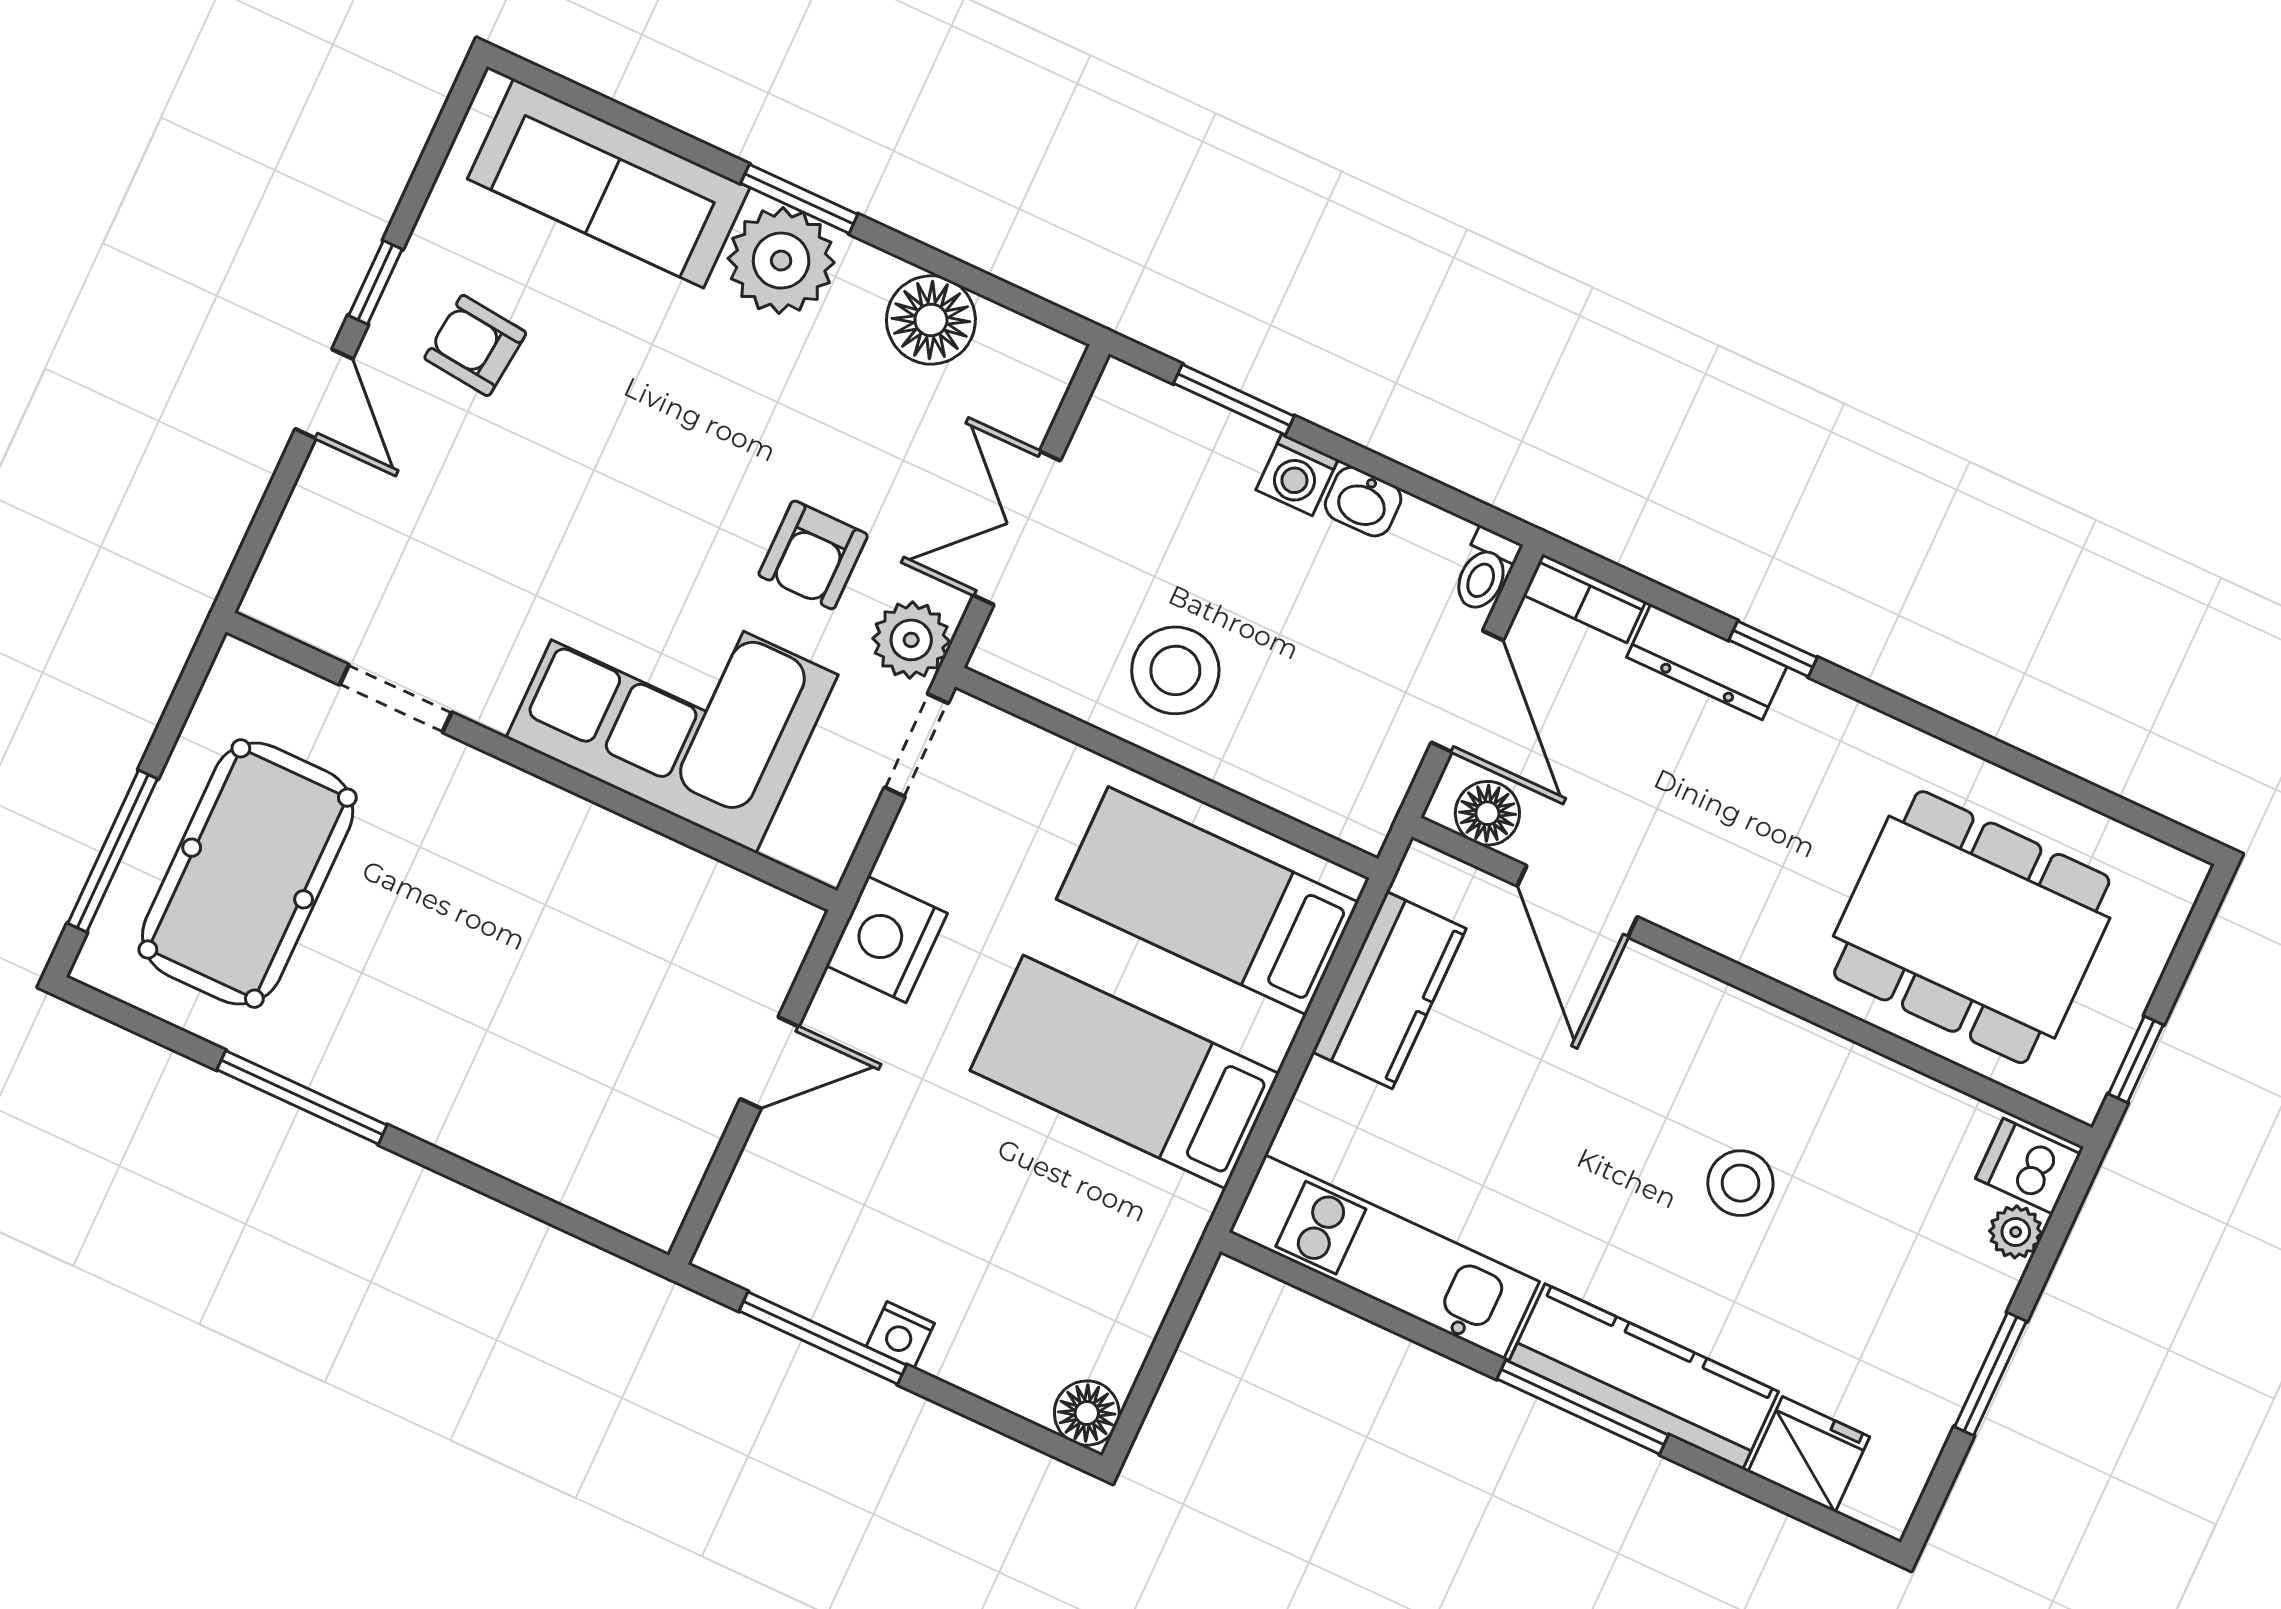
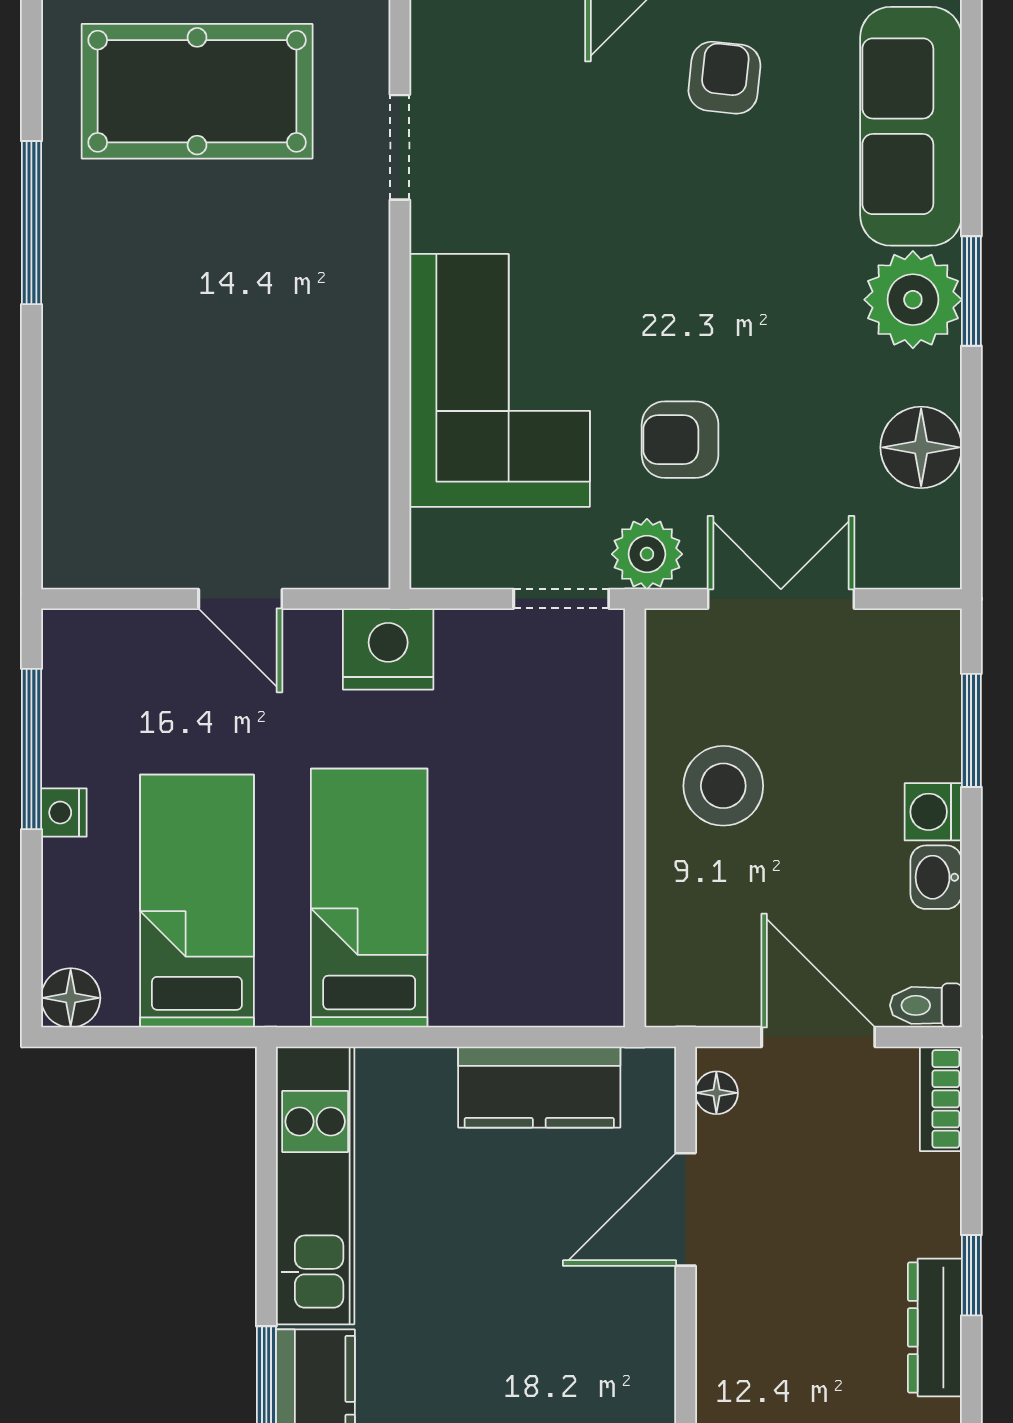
dresser: (1707, 662) -> (935, 1327), moved
door: (1467, 691) -> (818, 1037), swing flipped
floor lamp: (1487, 813) -> (716, 1093), width x0.73, depth x0.73
bed: (1207, 901) -> (197, 901), moved

